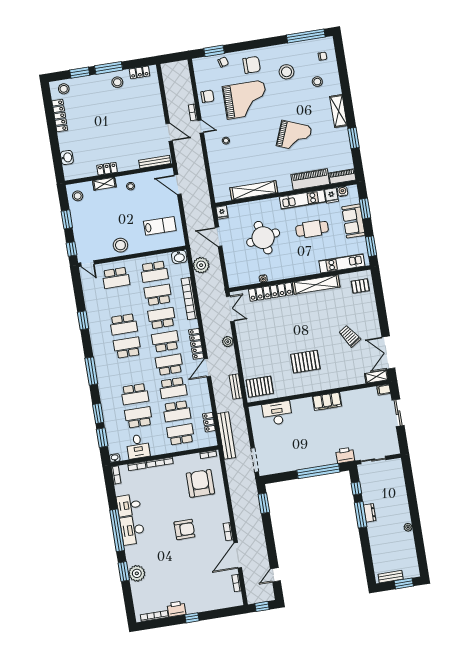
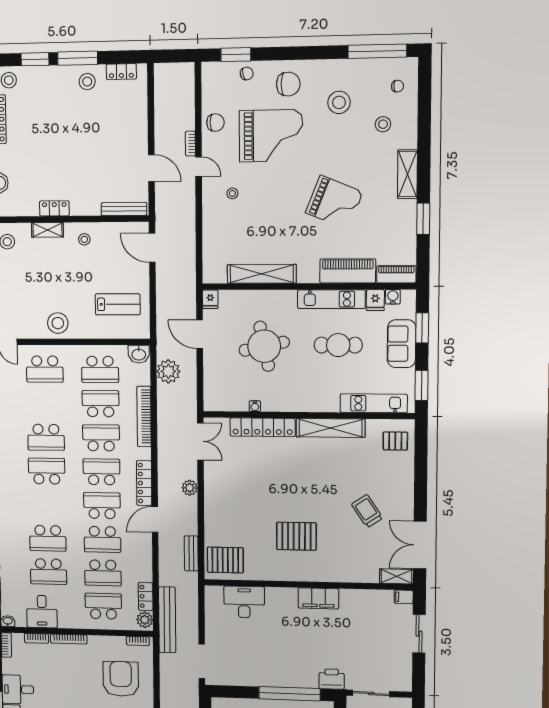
school desk: (139, 417) -> (48, 572), turned 180
plant: (211, 439) -> (145, 620), added

